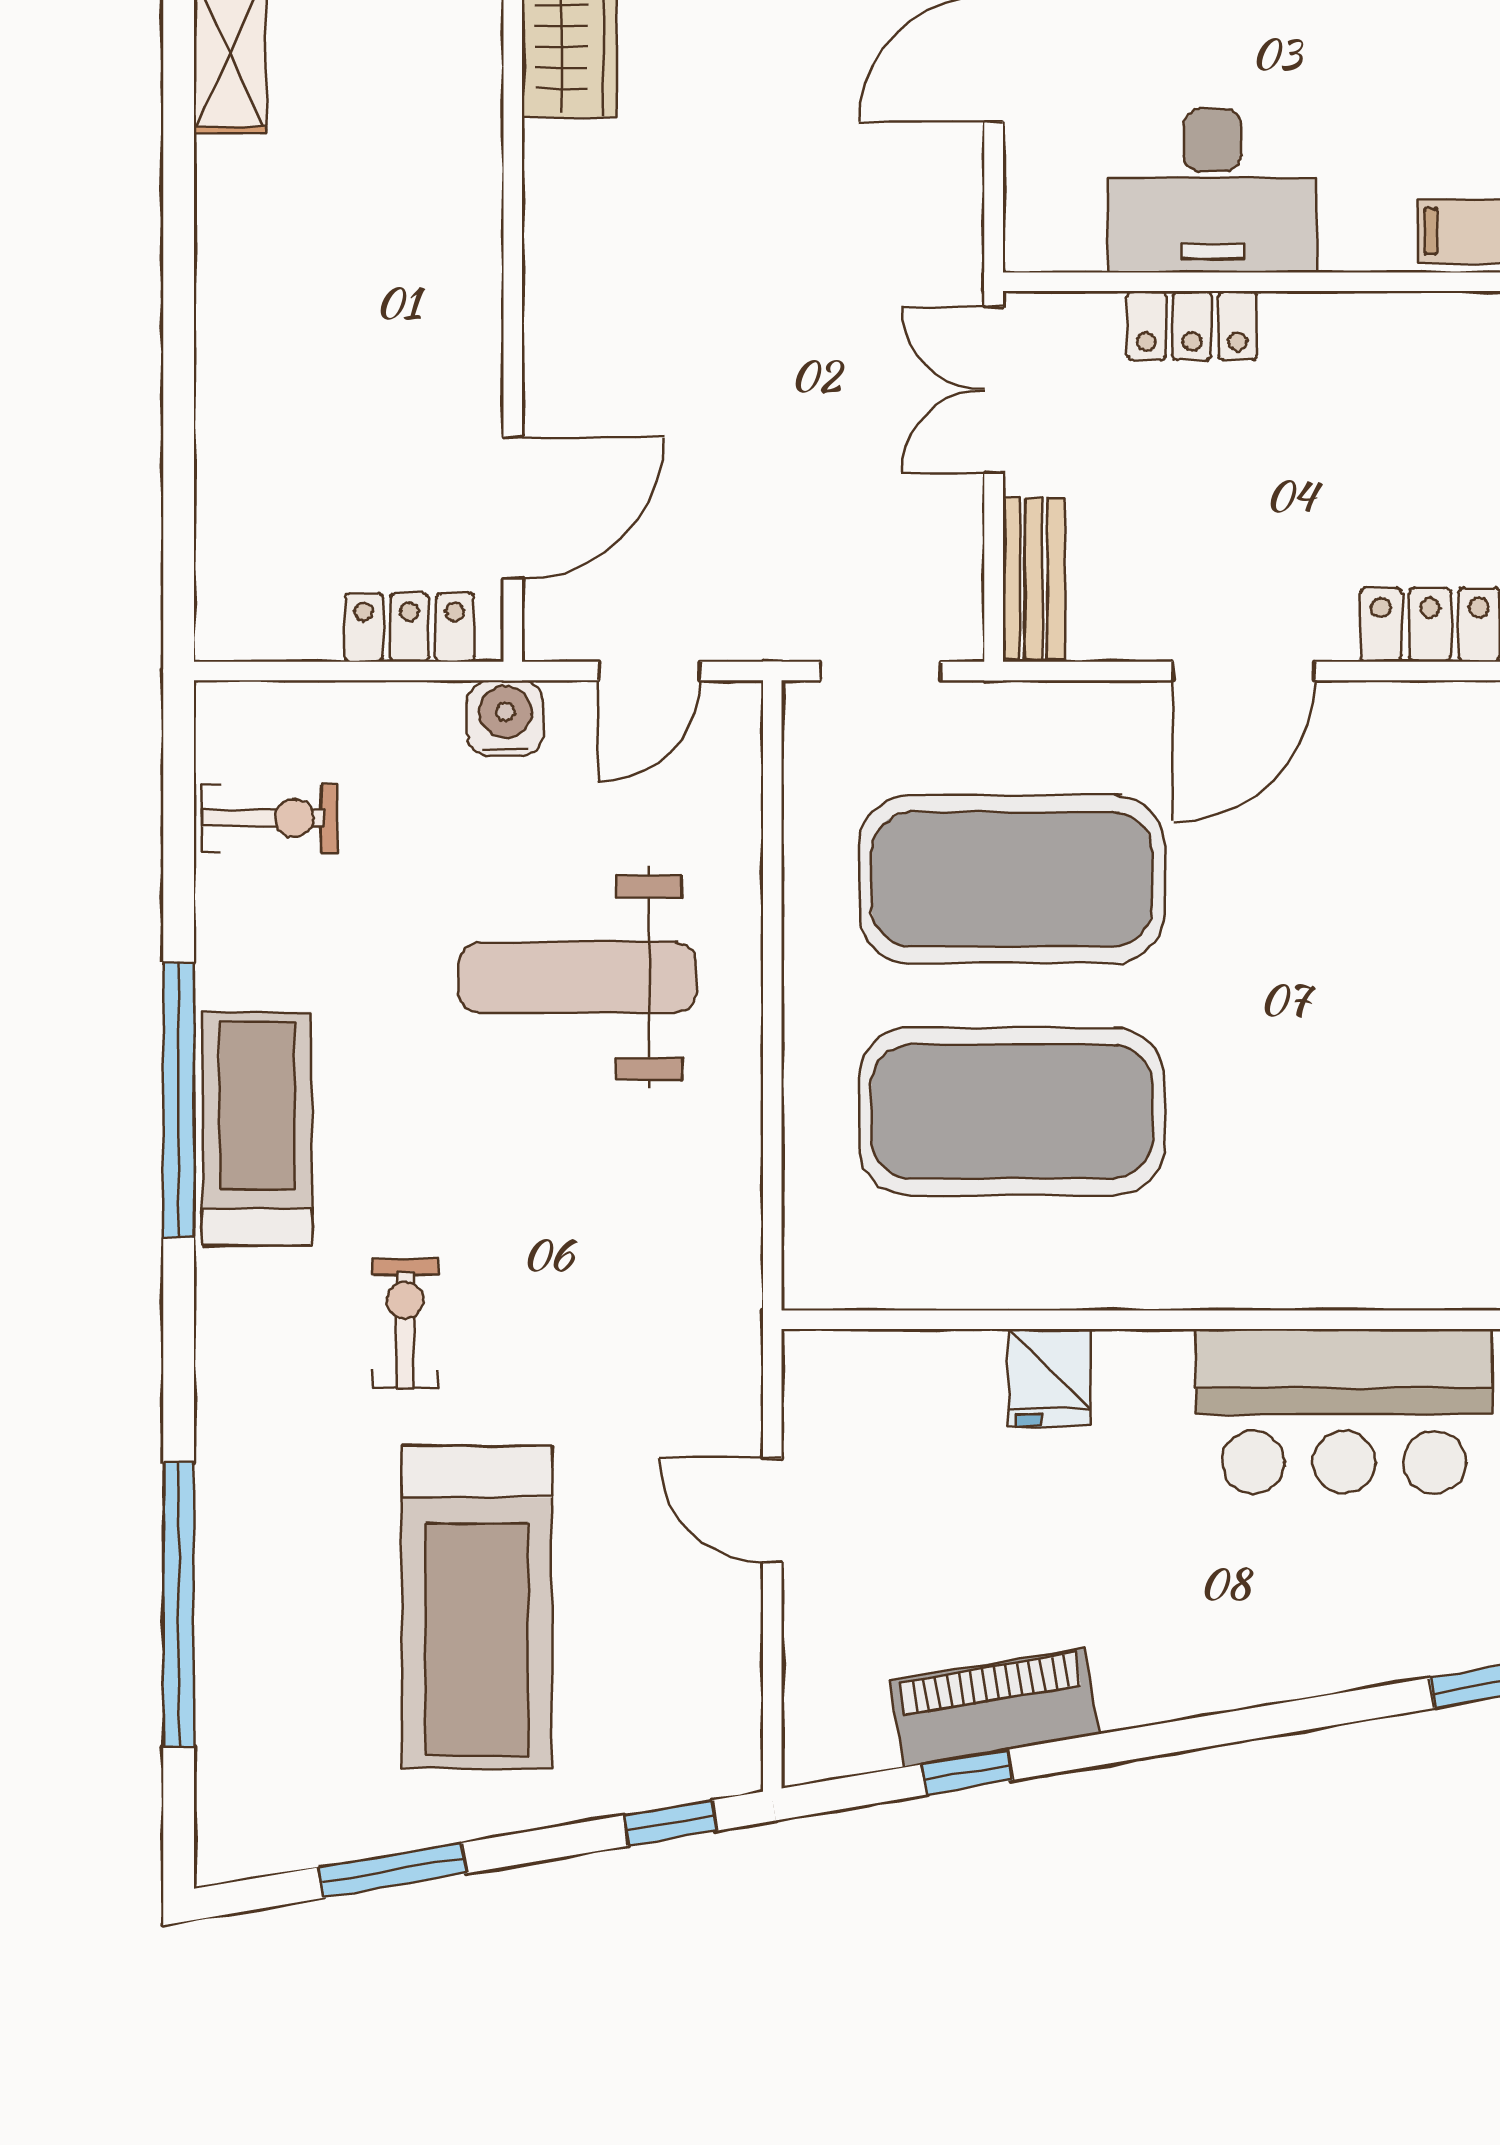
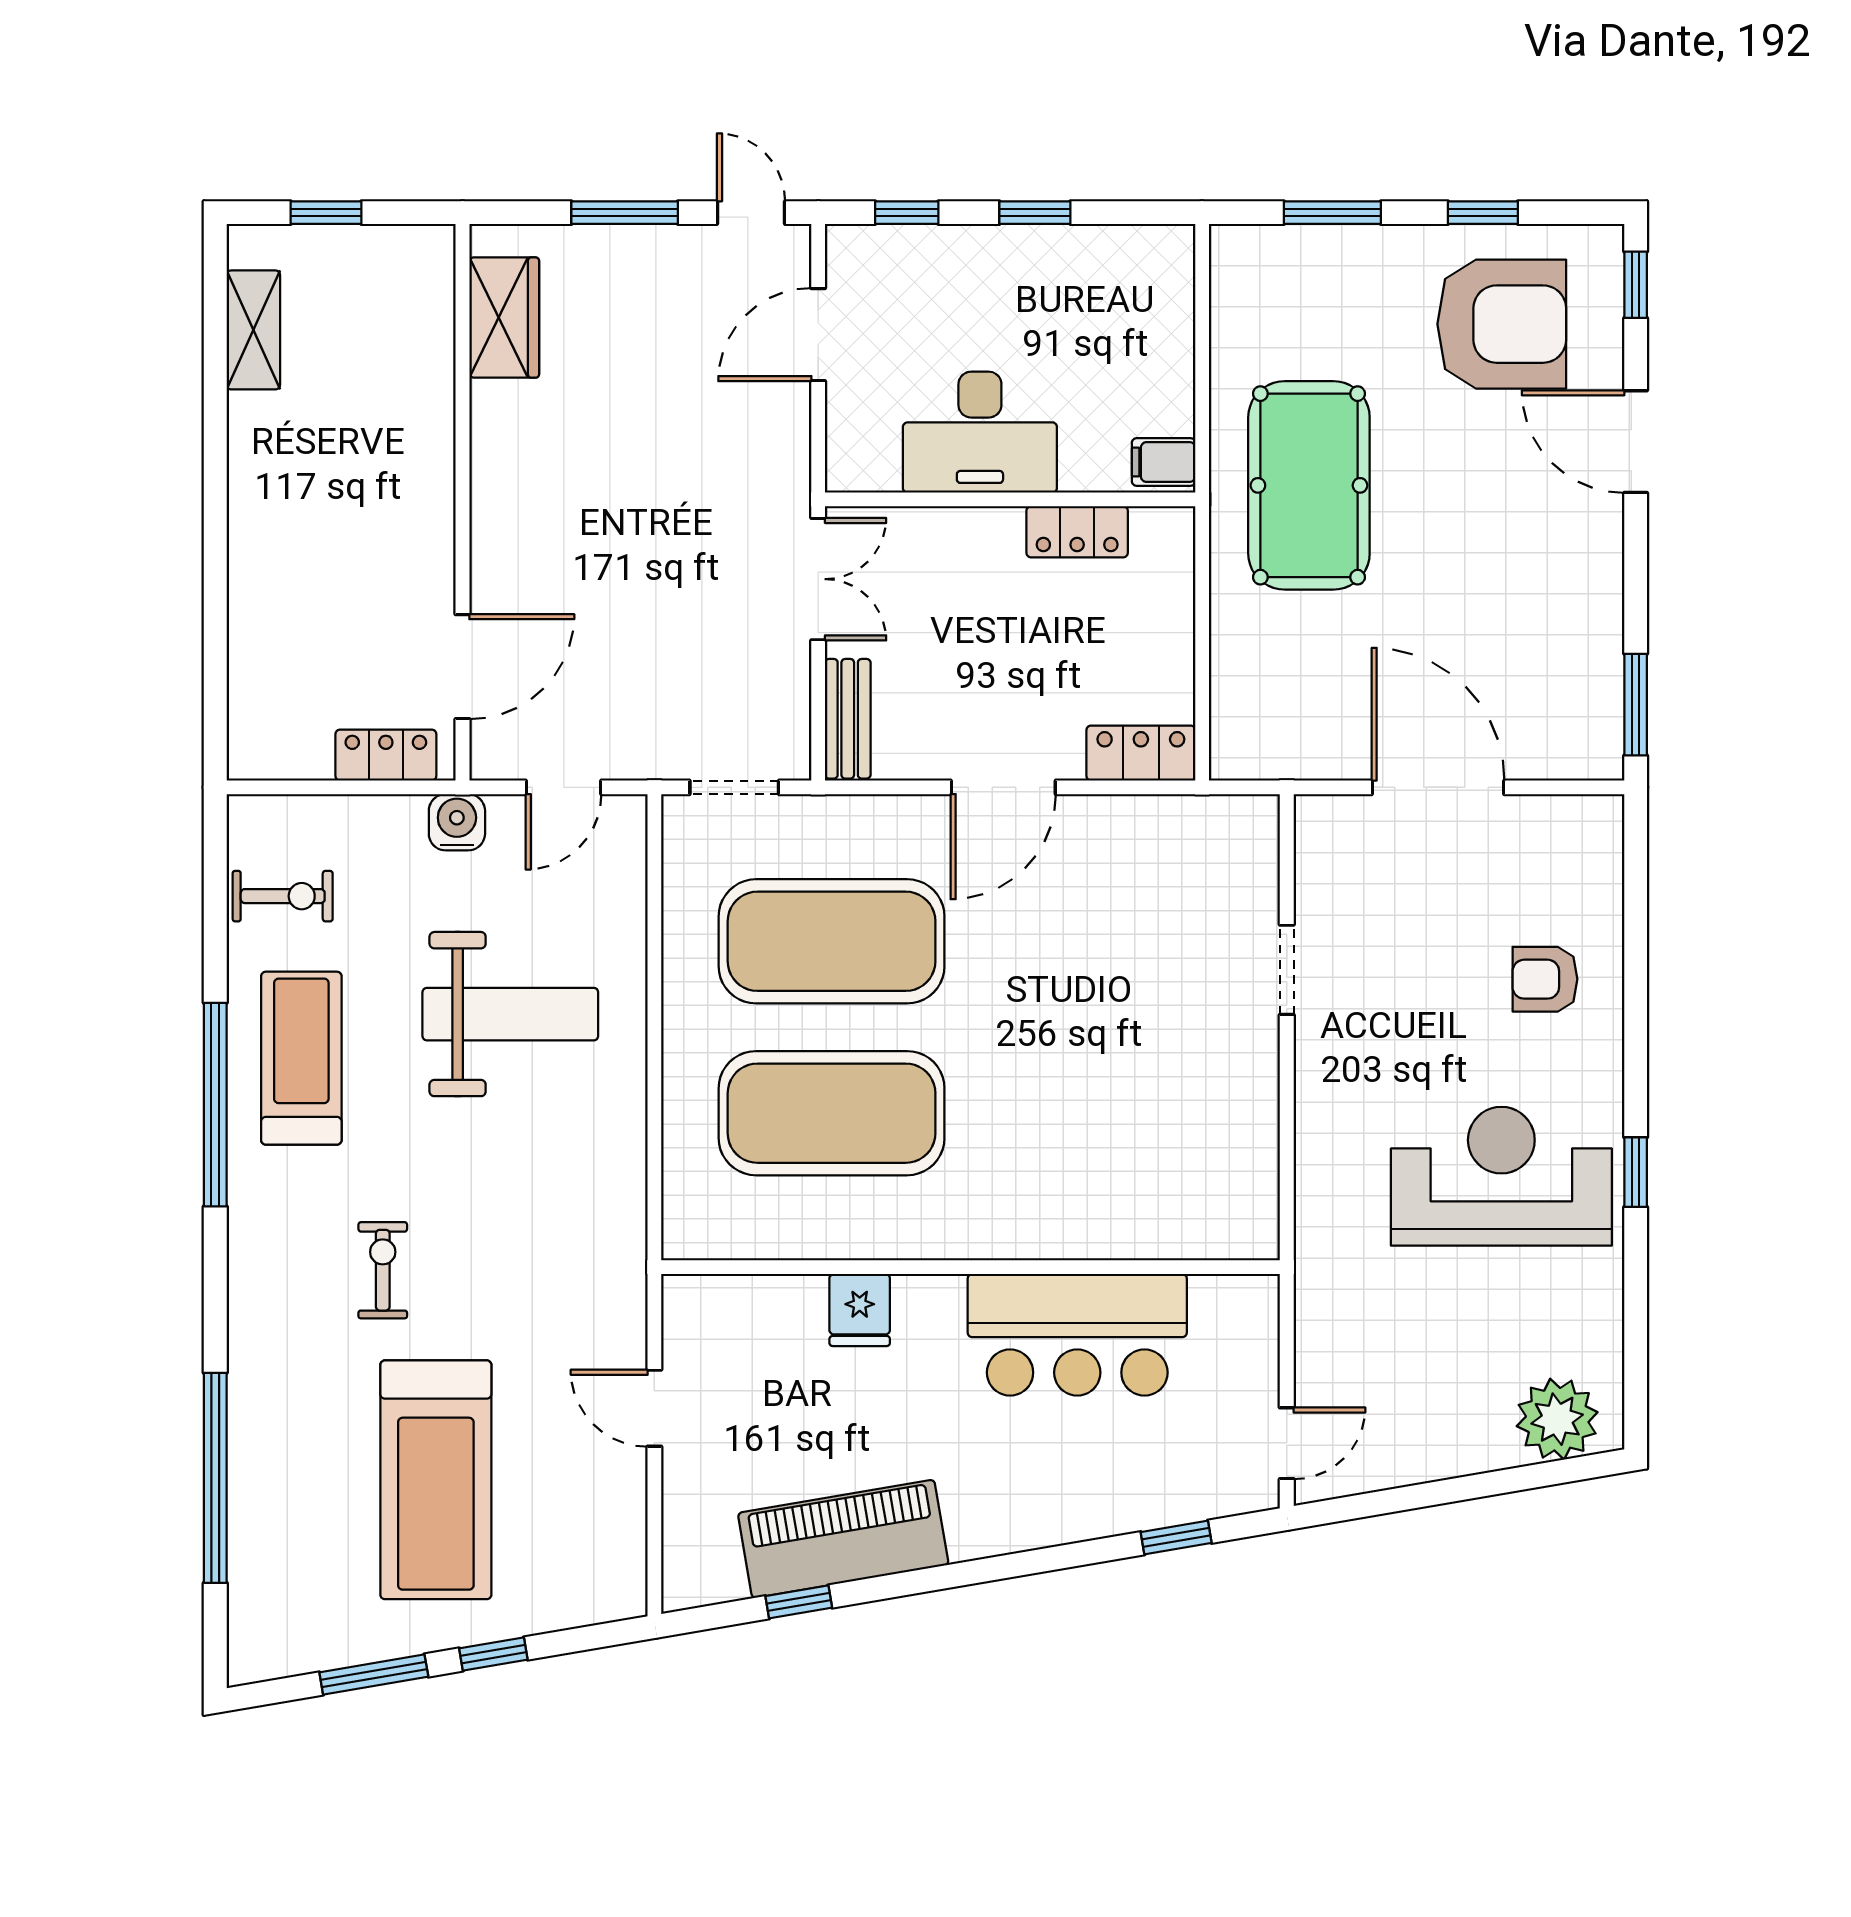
locker: (1192, 326) -> (1077, 532), moved
double door: (994, 390) -> (818, 579), swing flipped
weight bench: (577, 978) -> (510, 1014), turned 180
treadmill: (257, 1129) -> (301, 1058), moved
piano: (994, 1707) -> (843, 1539), width x1.37, depth x1.33
window: (670, 1823) -> (493, 1654), moved

